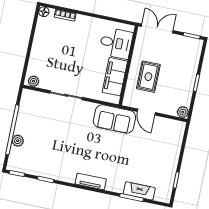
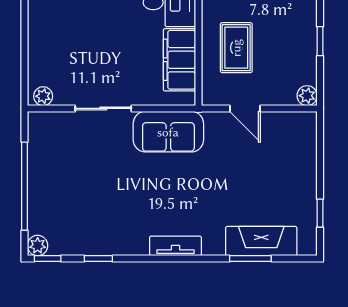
sofa: (114, 119) -> (168, 132), moved
plant: (18, 141) -> (38, 246), moved
fireplace: (139, 191) -> (261, 241), width x1.37, depth x1.32

